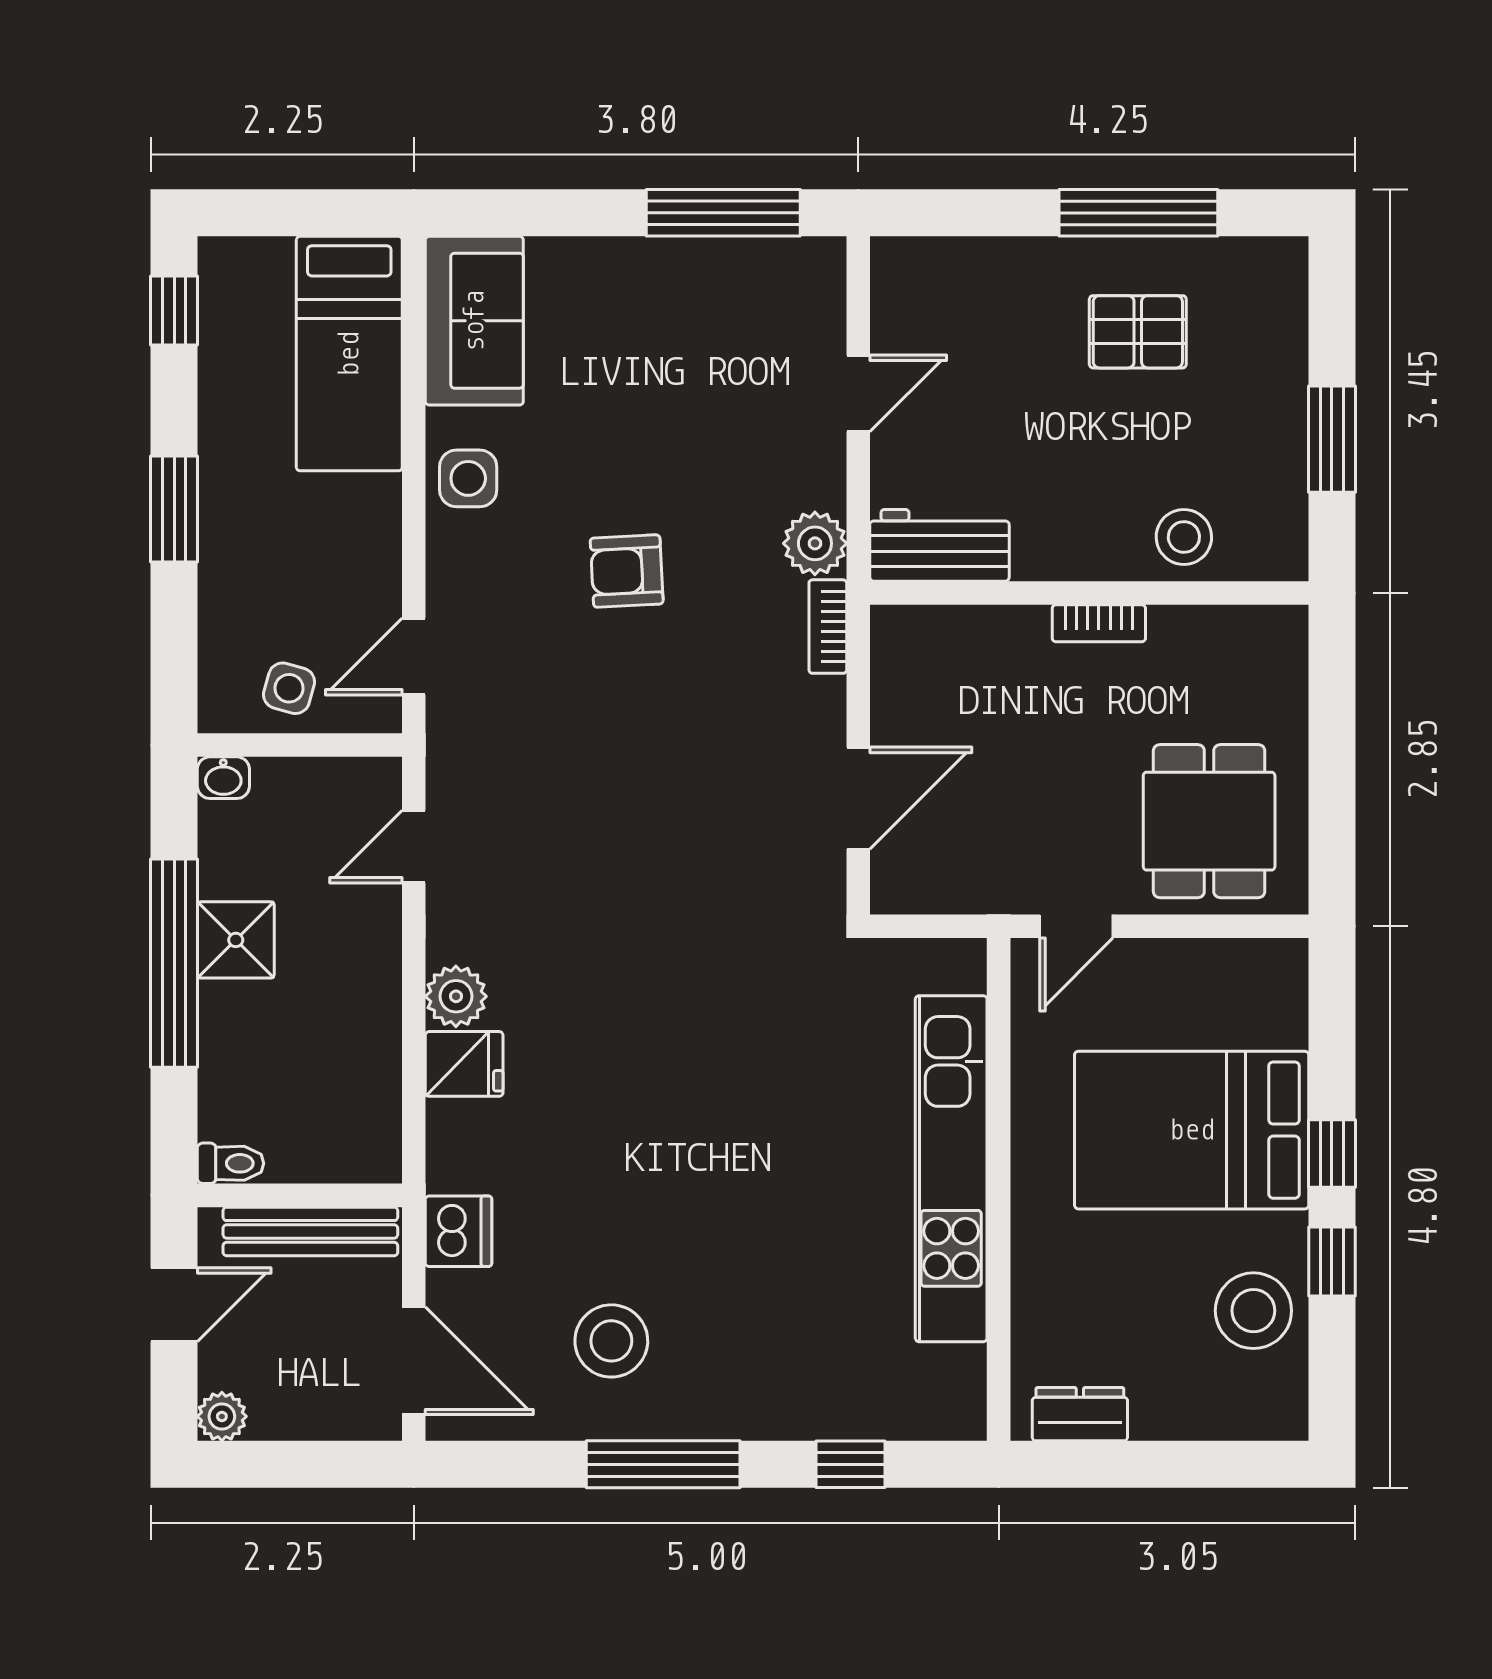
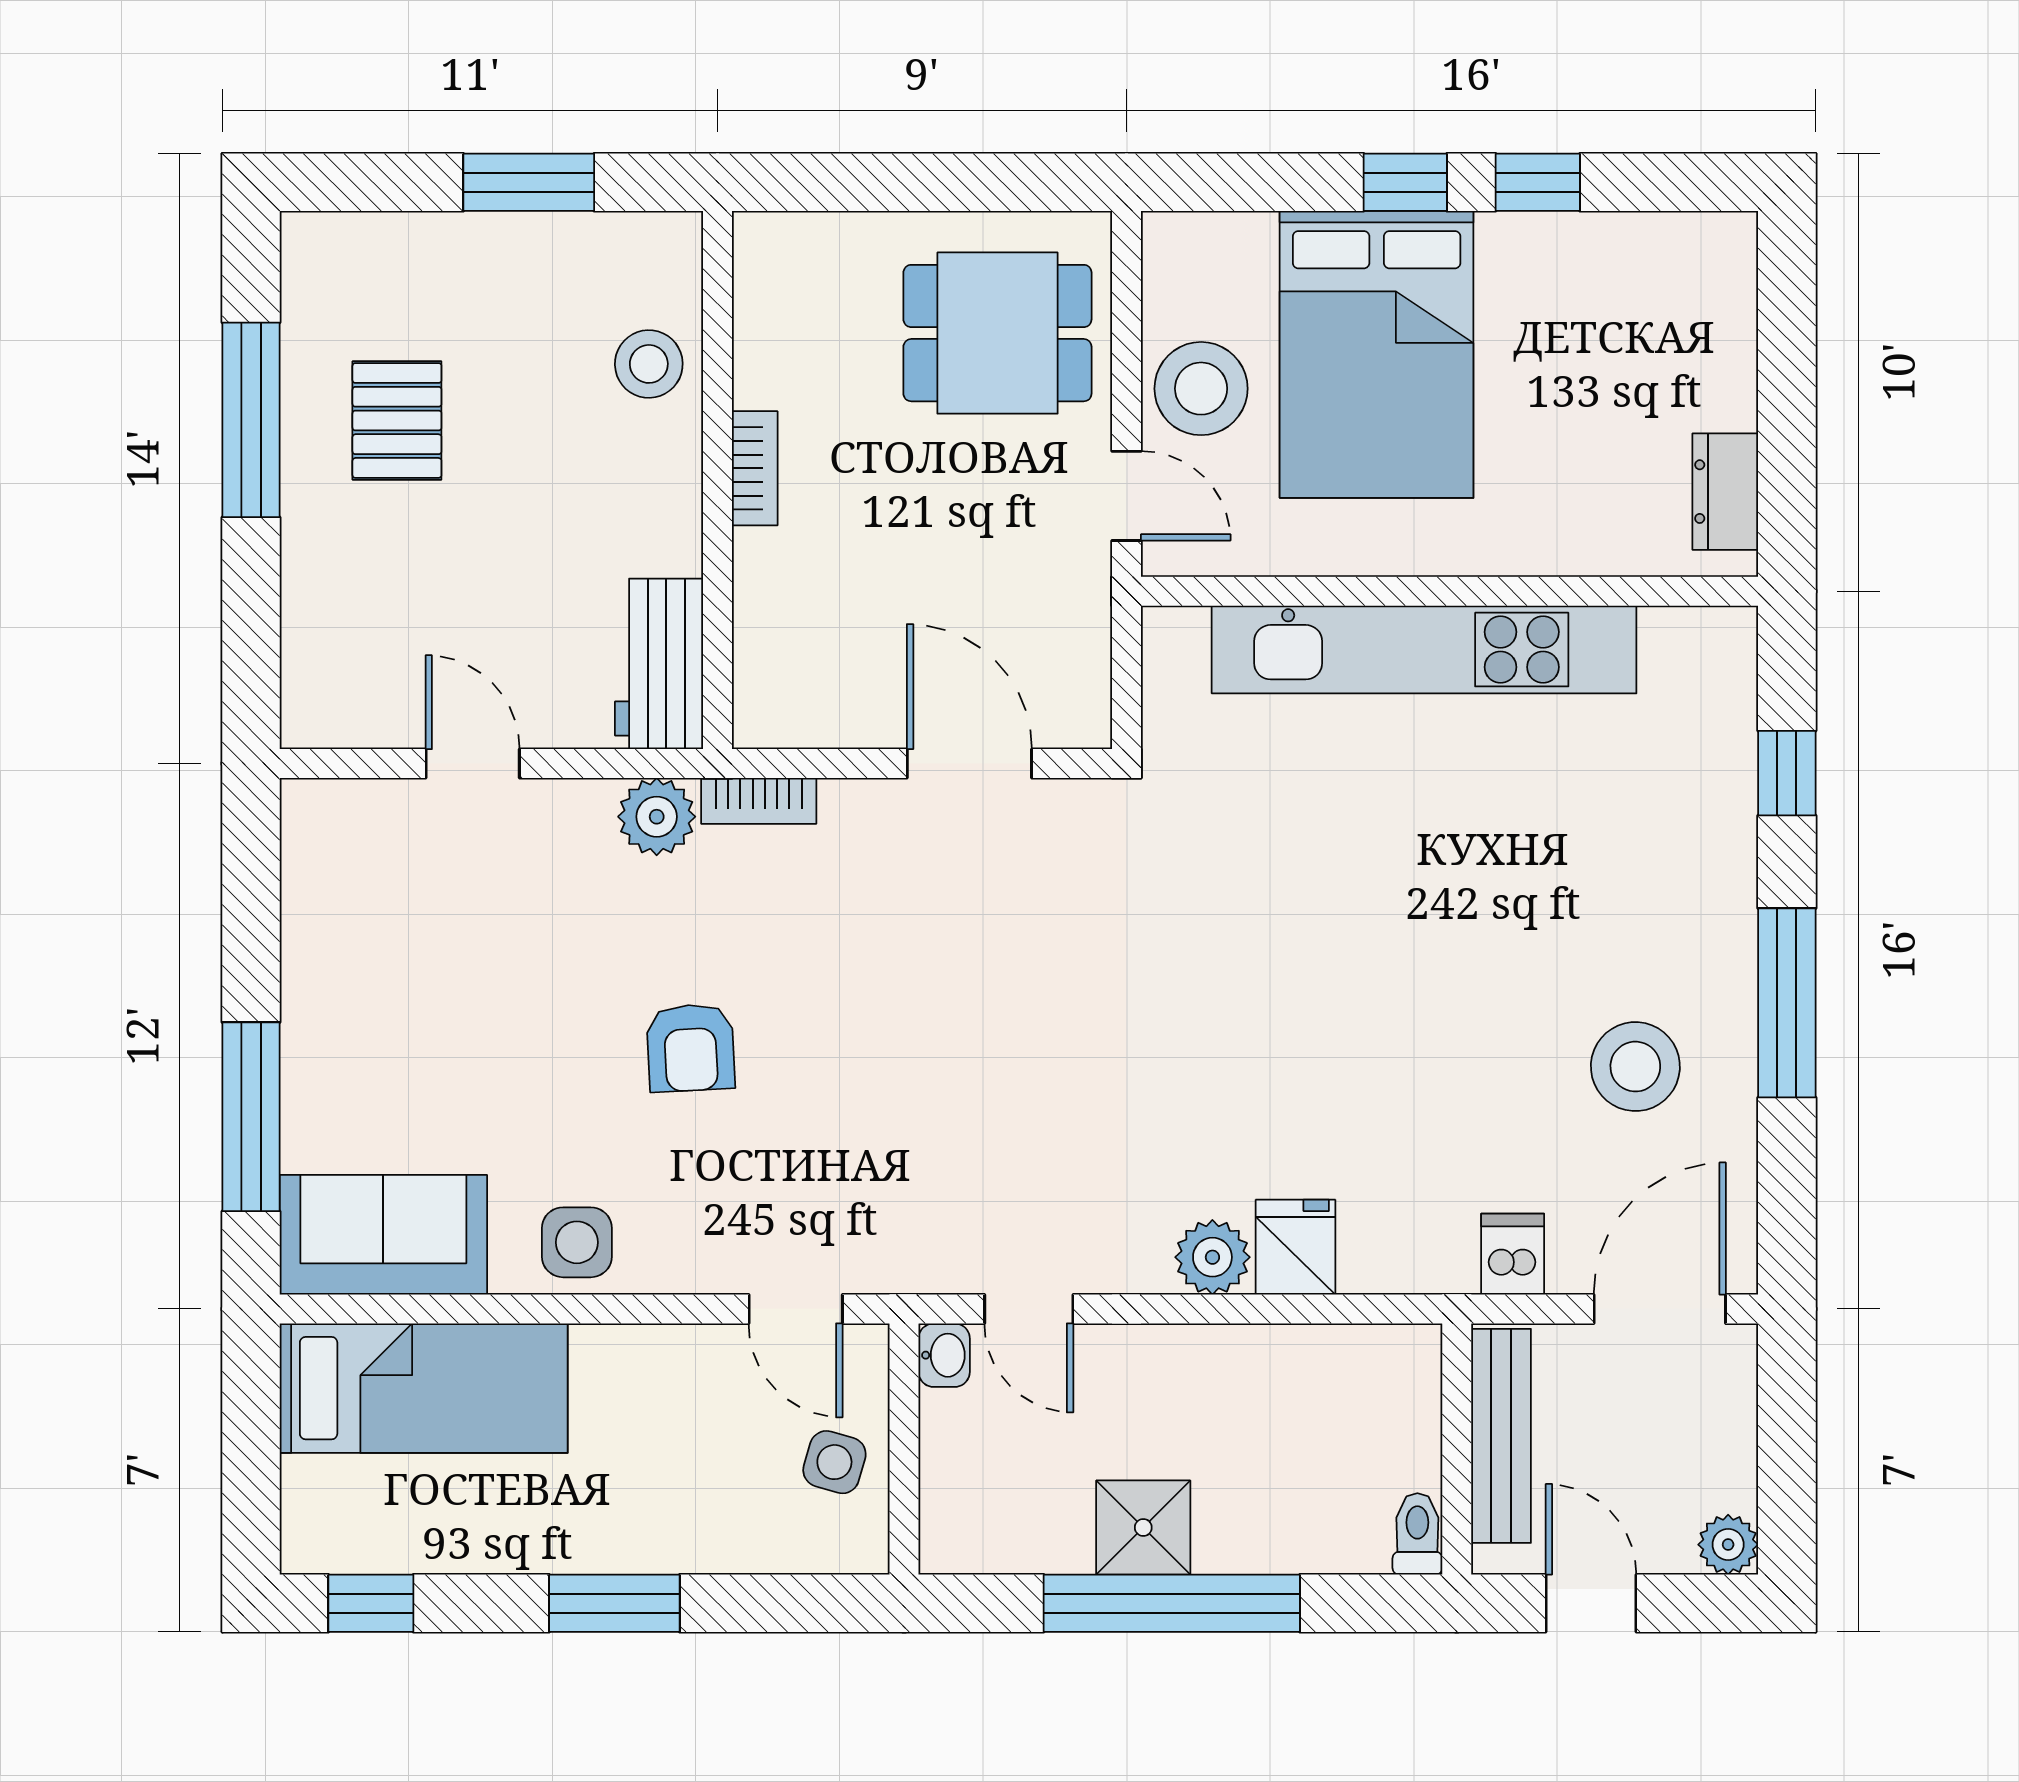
window: (723, 213) -> (251, 1117), moved
washbasin: (223, 778) -> (944, 1355), moved
dishwasher: (459, 1231) -> (1513, 1254), width x0.73
stool: (1253, 1311) -> (1201, 389), moved

